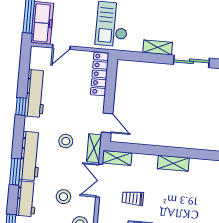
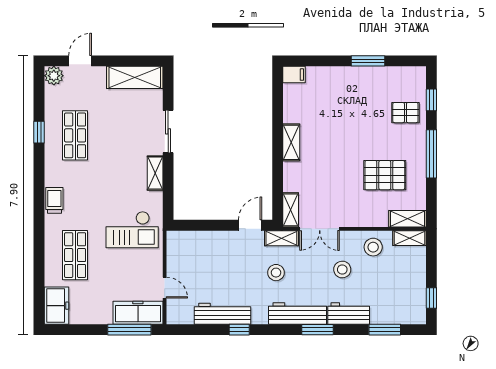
locker: (100, 74) -> (193, 239), removed
trolley: (133, 198) -> (337, 187), removed

